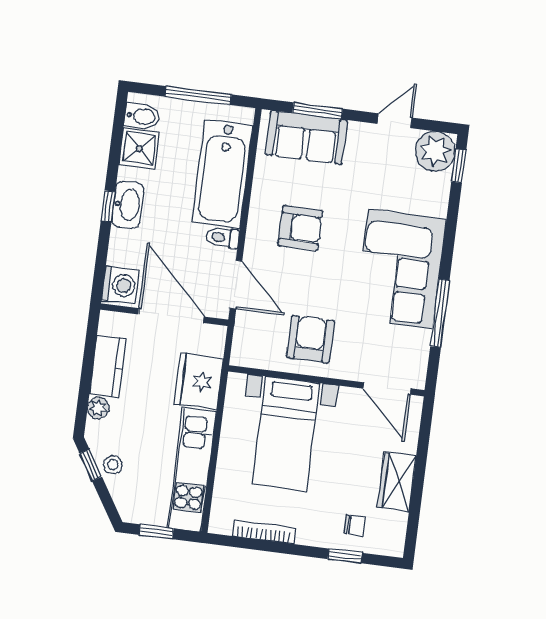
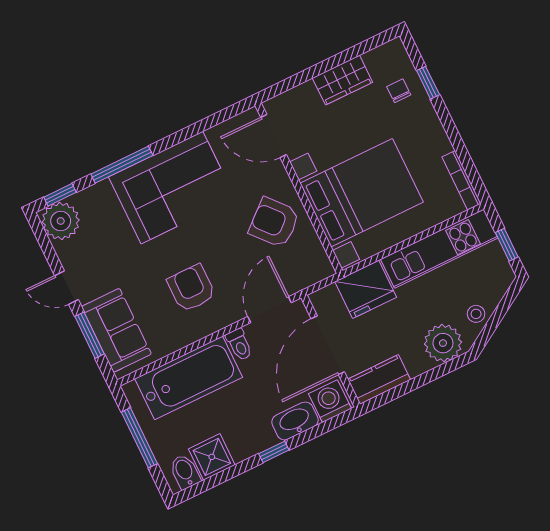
door: (395, 121) -> (66, 288), moved
washbasin: (128, 205) -> (295, 421), moved
window: (440, 313) -> (122, 165), moved
armchair: (310, 339) -> (274, 222), turned 49
kitchen counter: (108, 366) -> (379, 379), moved
door: (387, 389) -> (274, 136), swing flipped
plant: (98, 408) -> (443, 343), width x1.88, depth x1.88
bed with nightstands: (286, 434) -> (362, 193), width x1.36
window: (91, 465) -> (488, 331), removed
bookcase: (264, 532) -> (462, 180), moved

